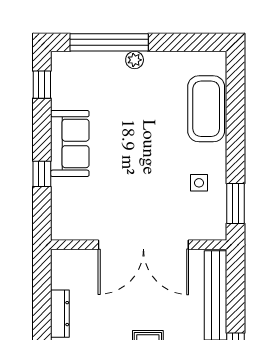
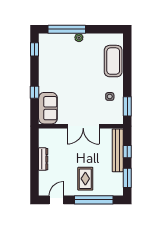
sofa: (70, 143) -> (48, 108), moved
double door: (143, 245) -> (83, 126), width x0.73
window: (235, 298) -> (127, 152), added

